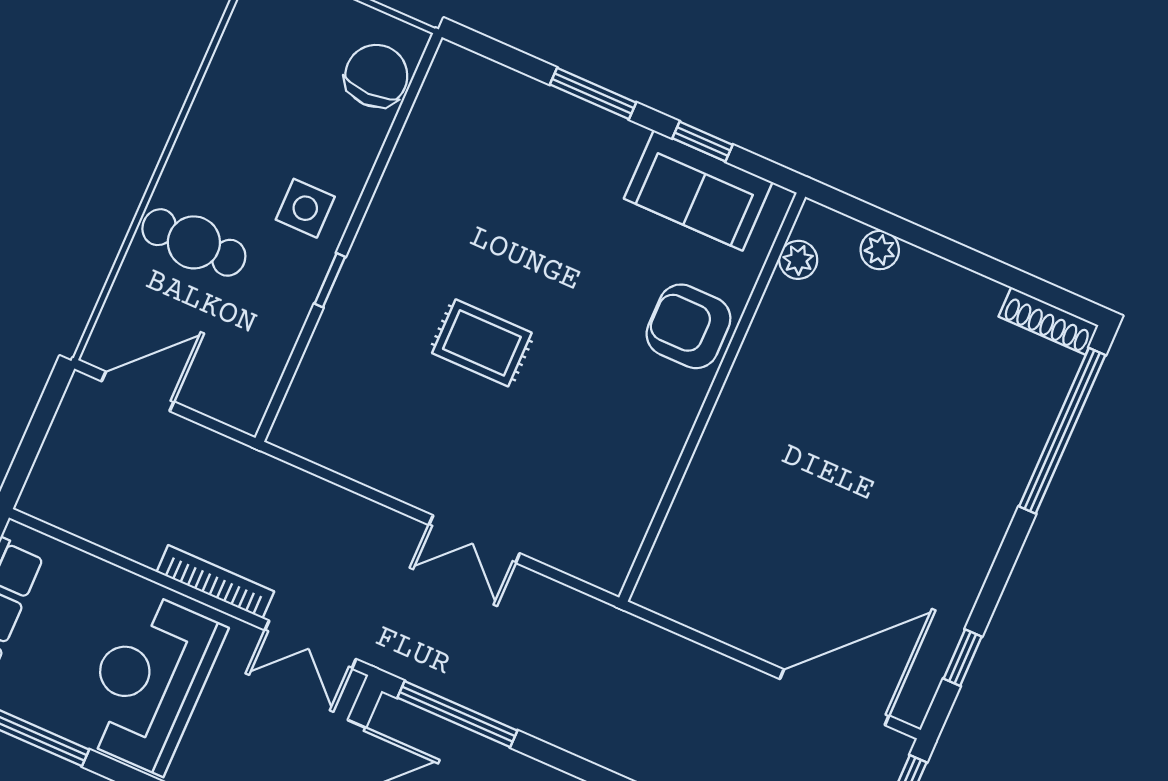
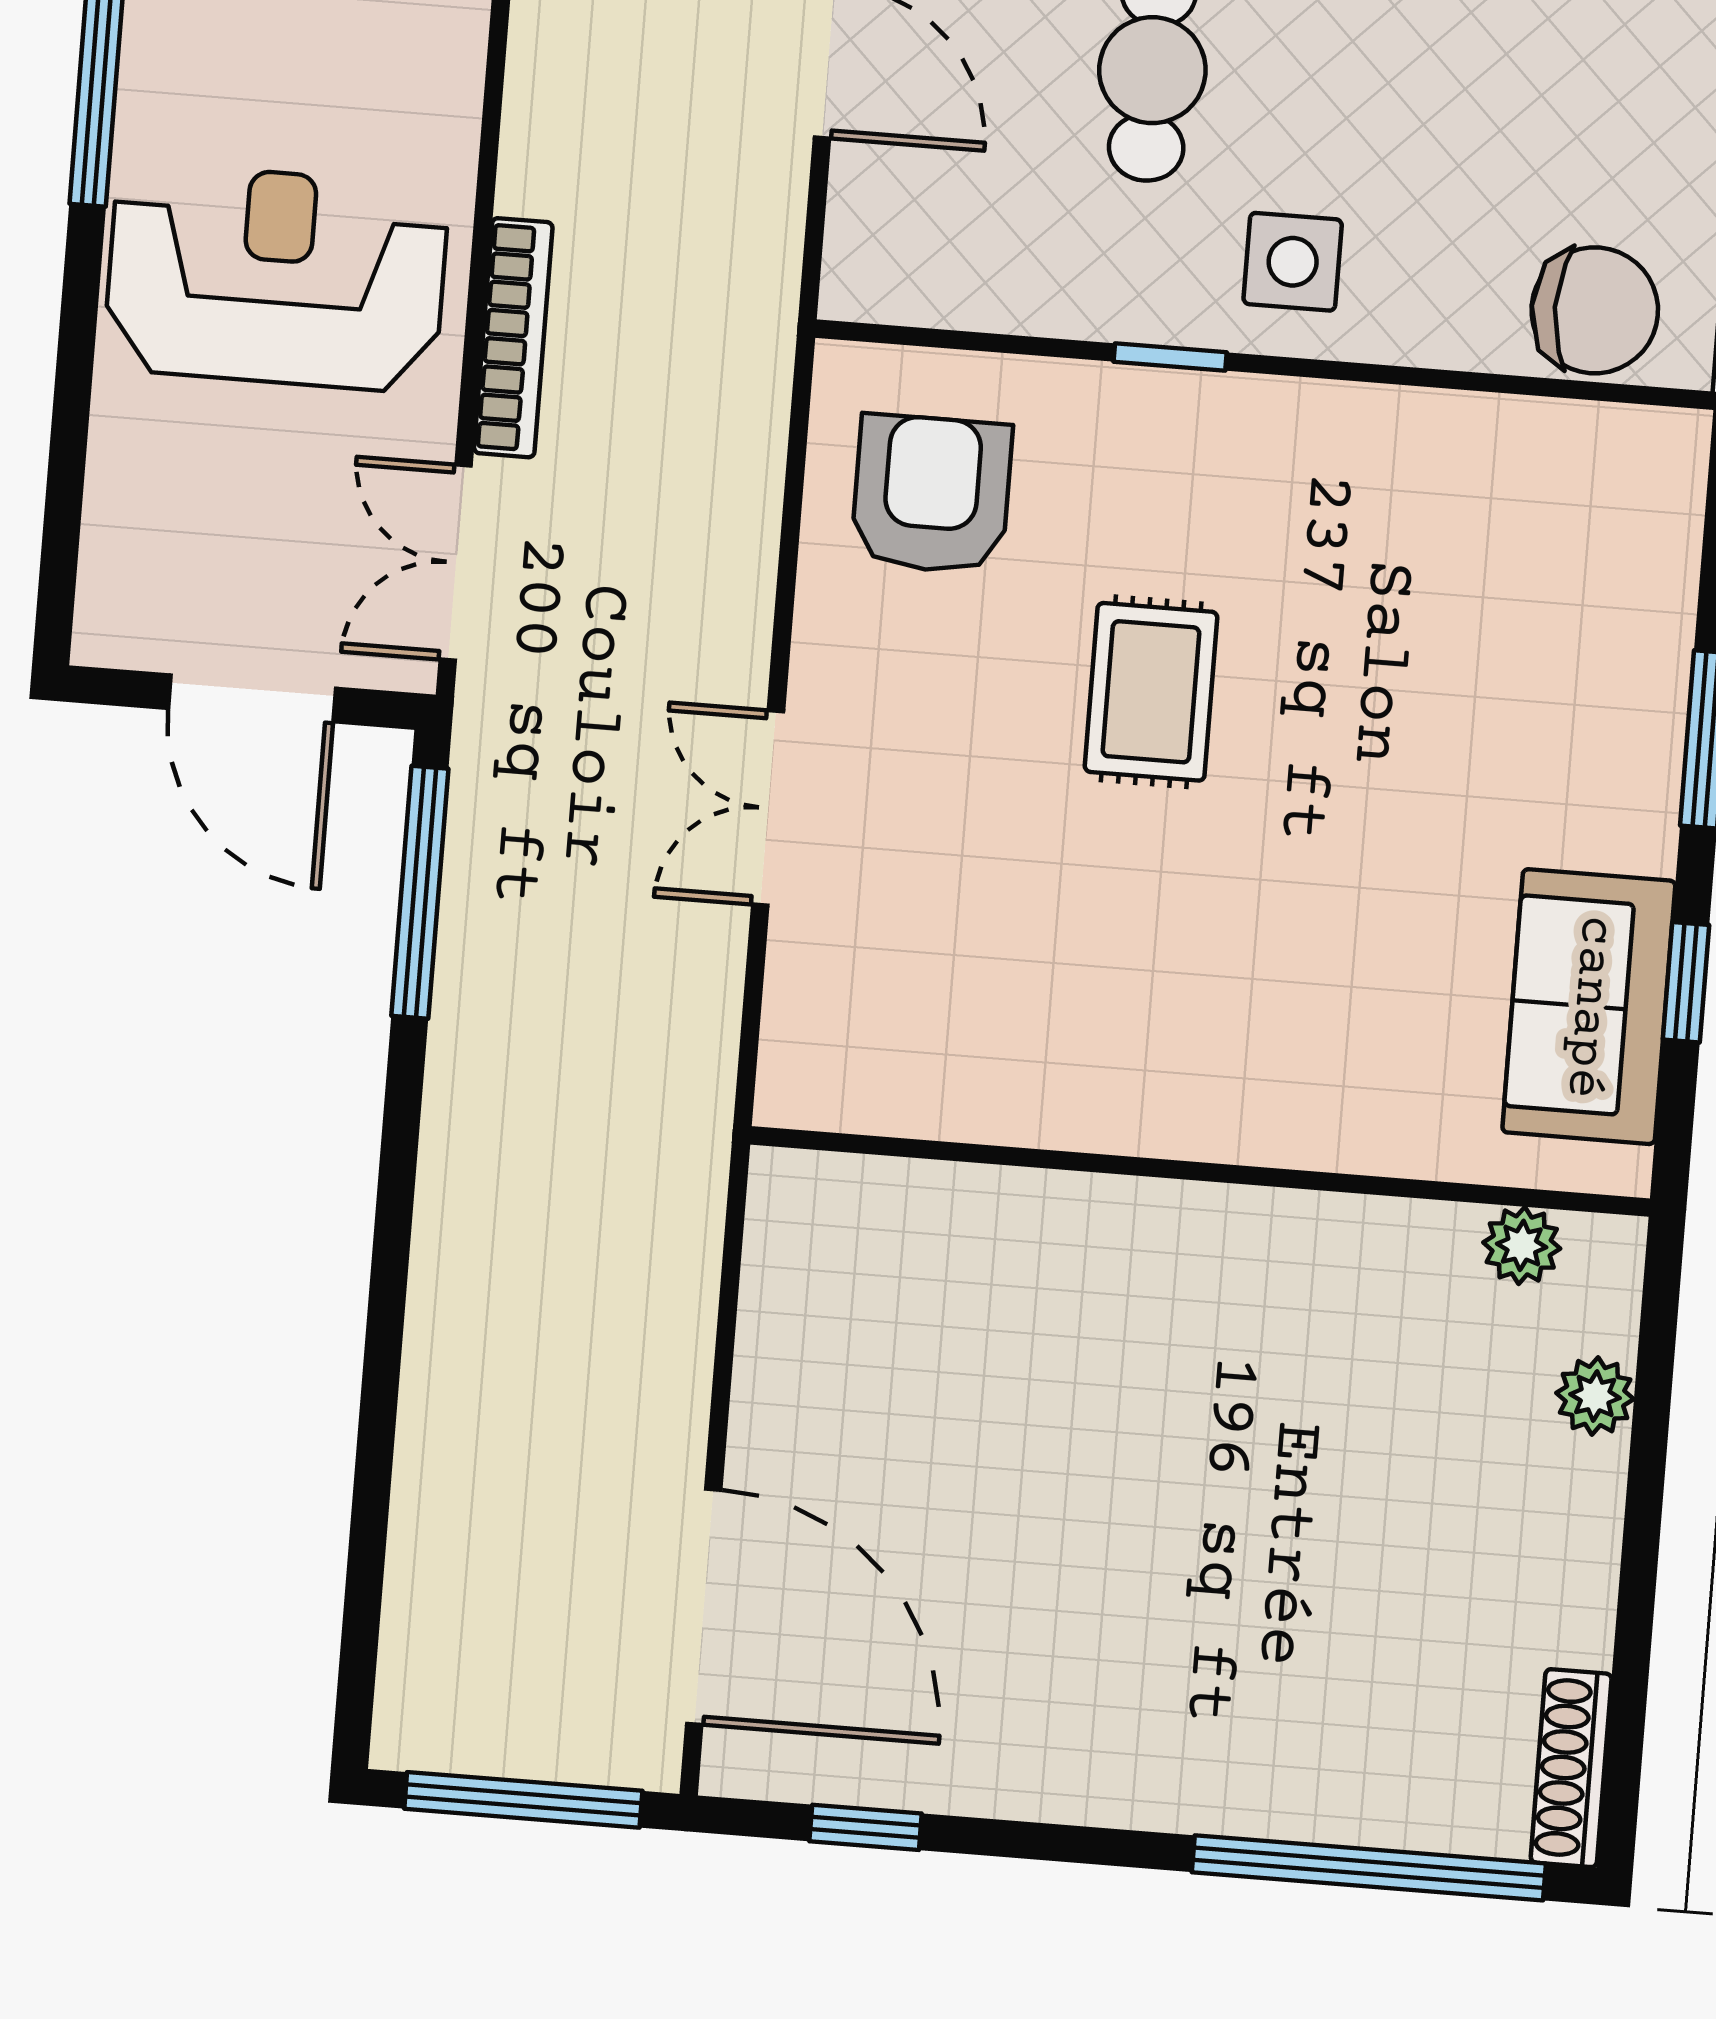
armchair: (688, 326) -> (931, 494), moved

